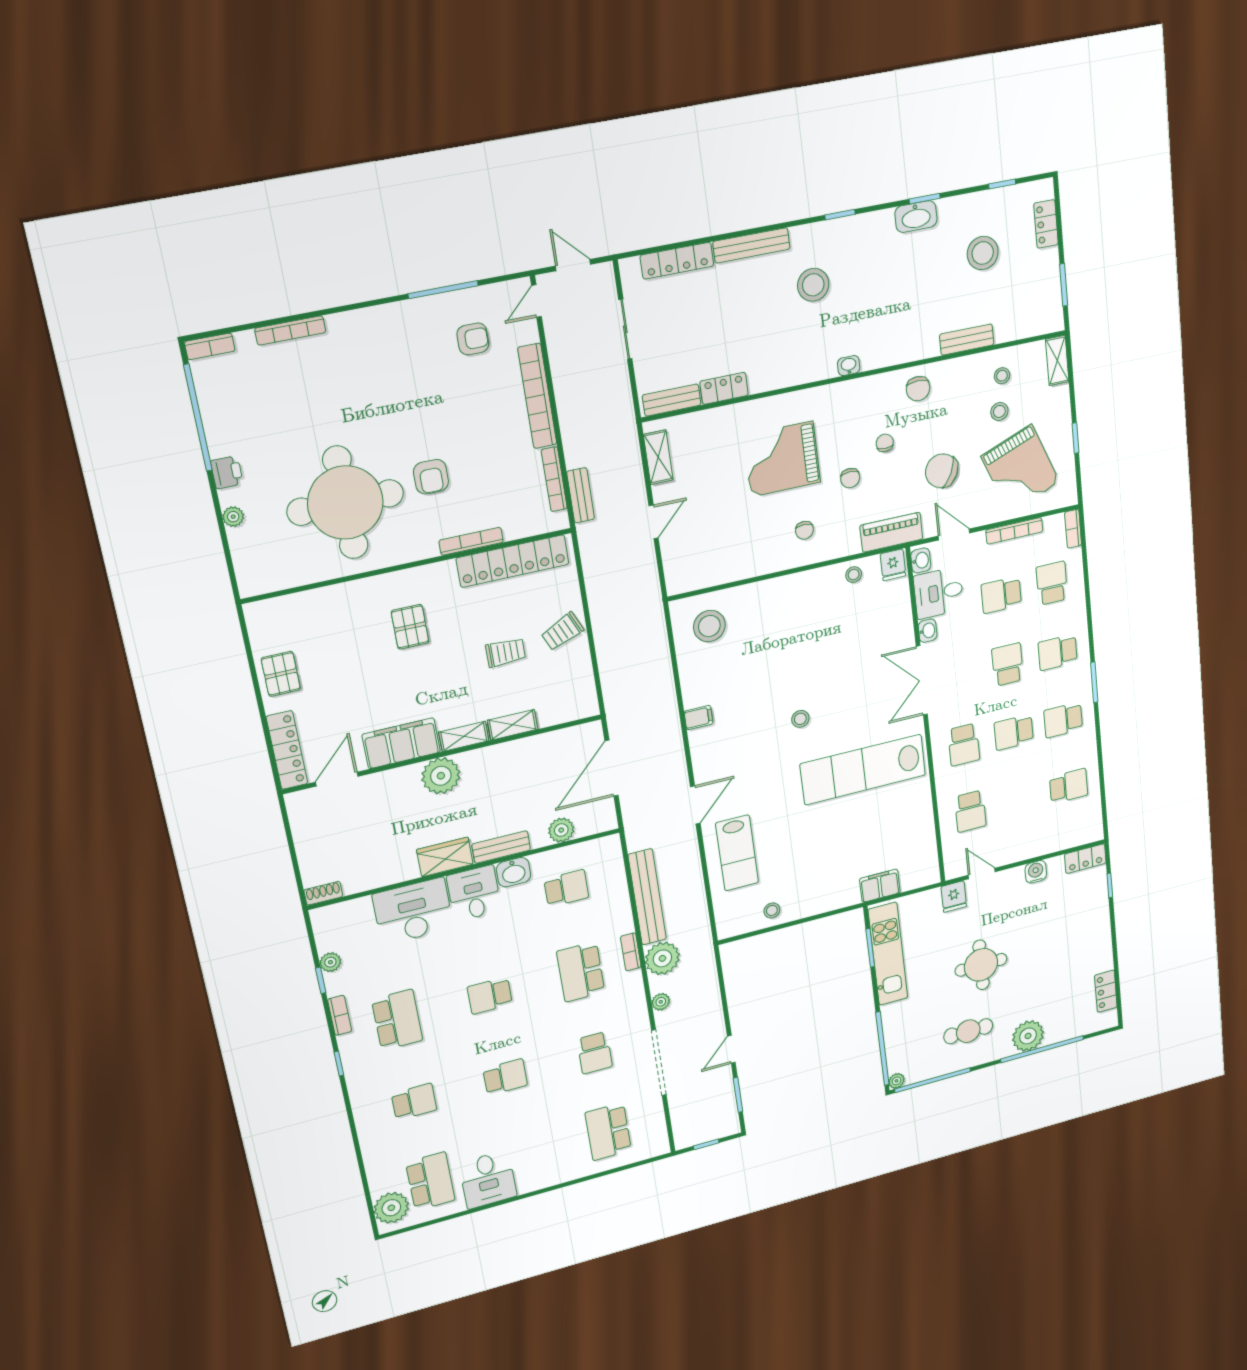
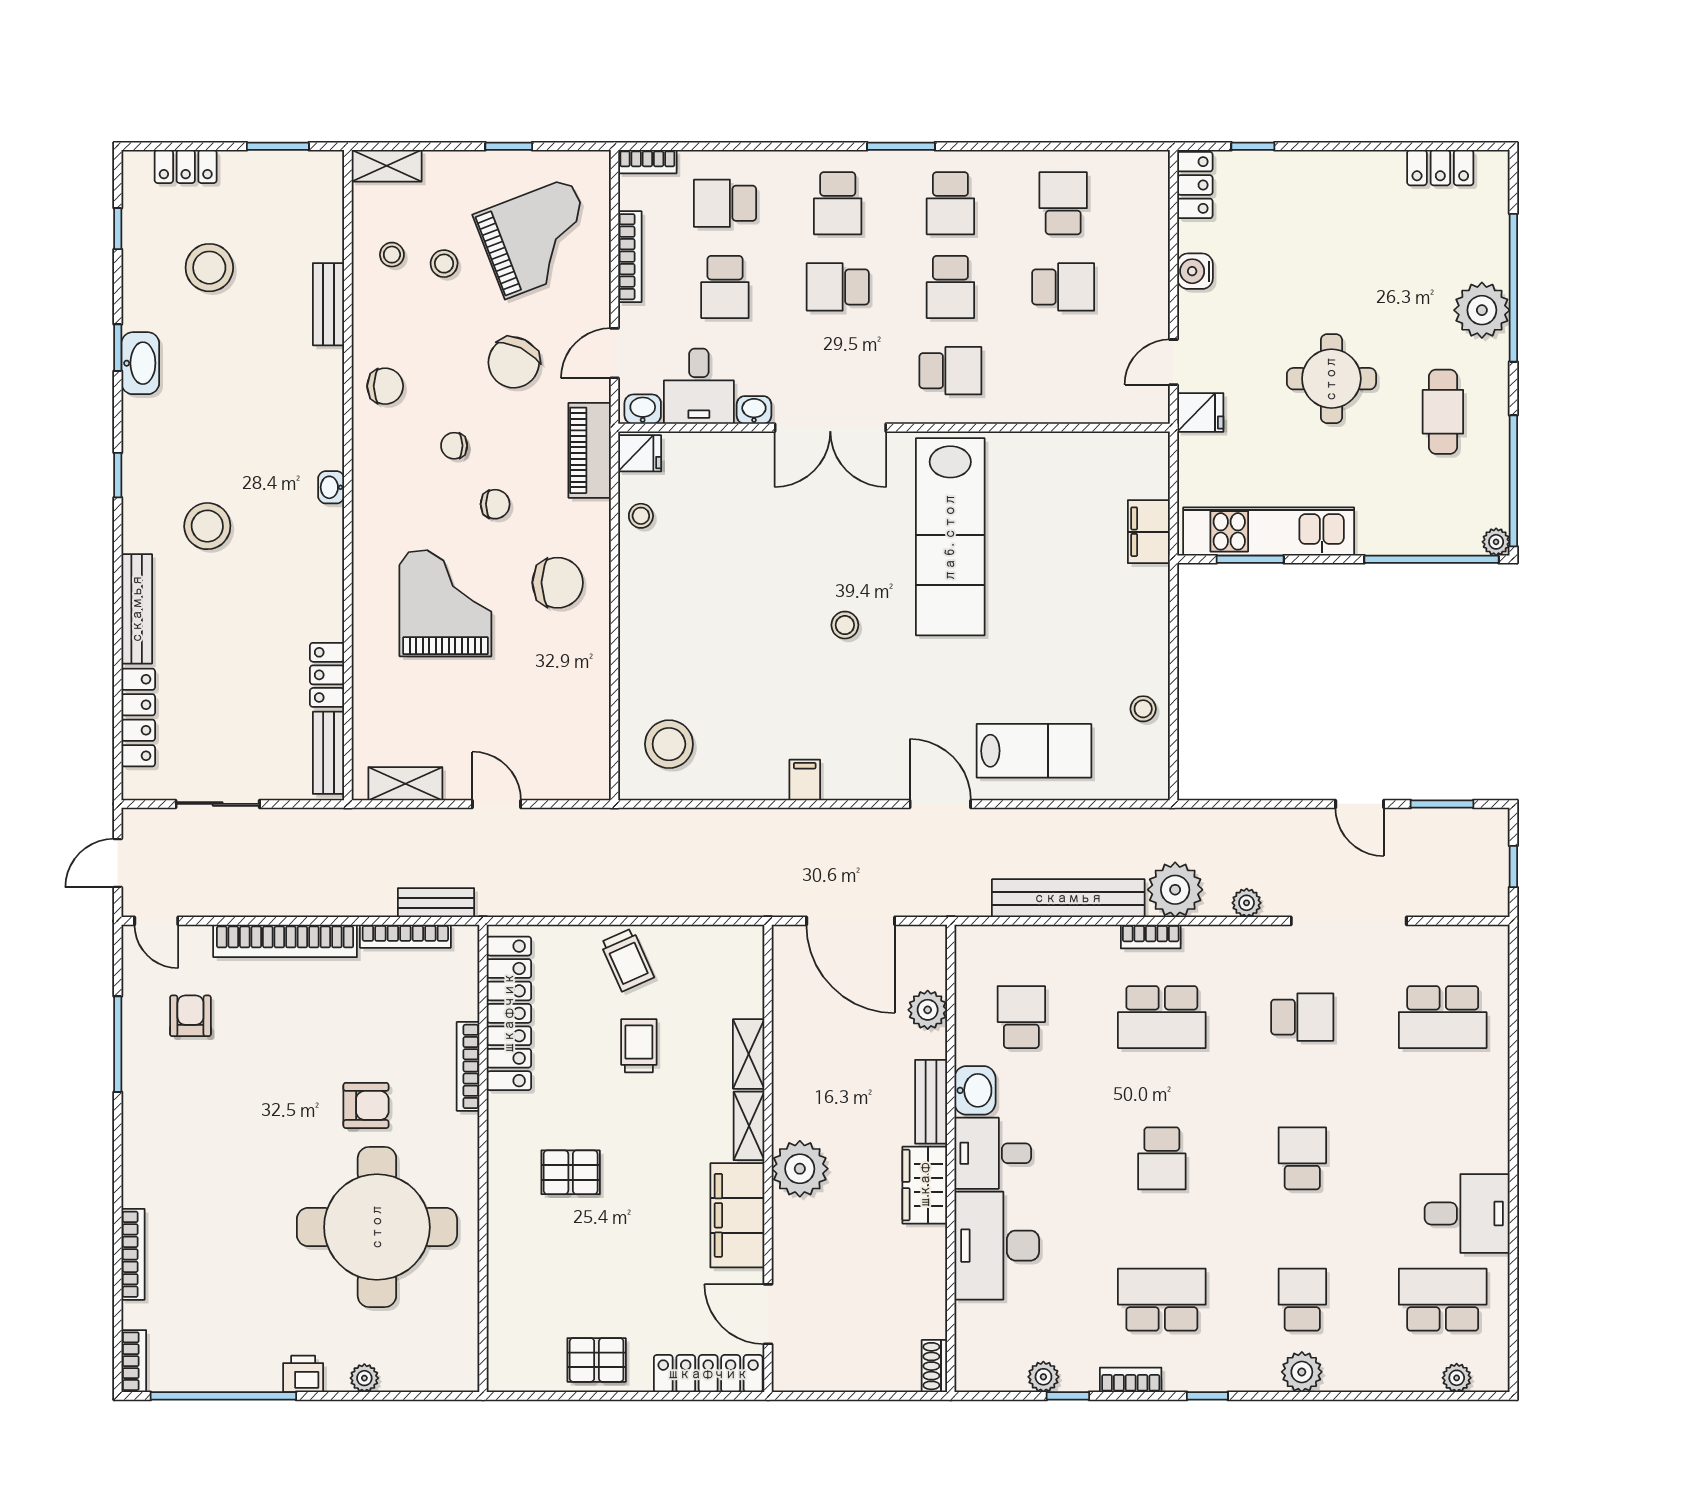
grand piano: (782, 459) -> (445, 603), turned 180
chair: (804, 530) -> (558, 583), width x1.87, depth x1.87
school desk: (970, 811) -> (1063, 287), moved
plant: (367, 1114) -> (1302, 1372), added
plant: (391, 1208) -> (1457, 1378), width x0.53, depth x0.53

